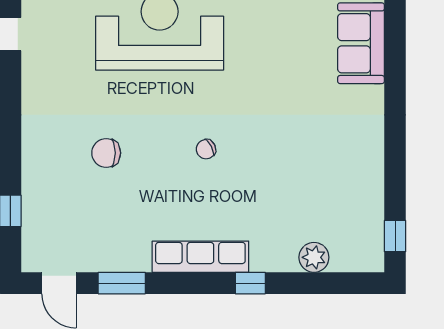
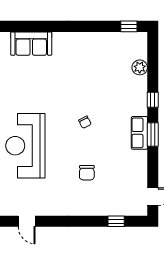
row of seats: (200, 257) -> (139, 133), width x0.68
window: (122, 283) -> (153, 134), moved

